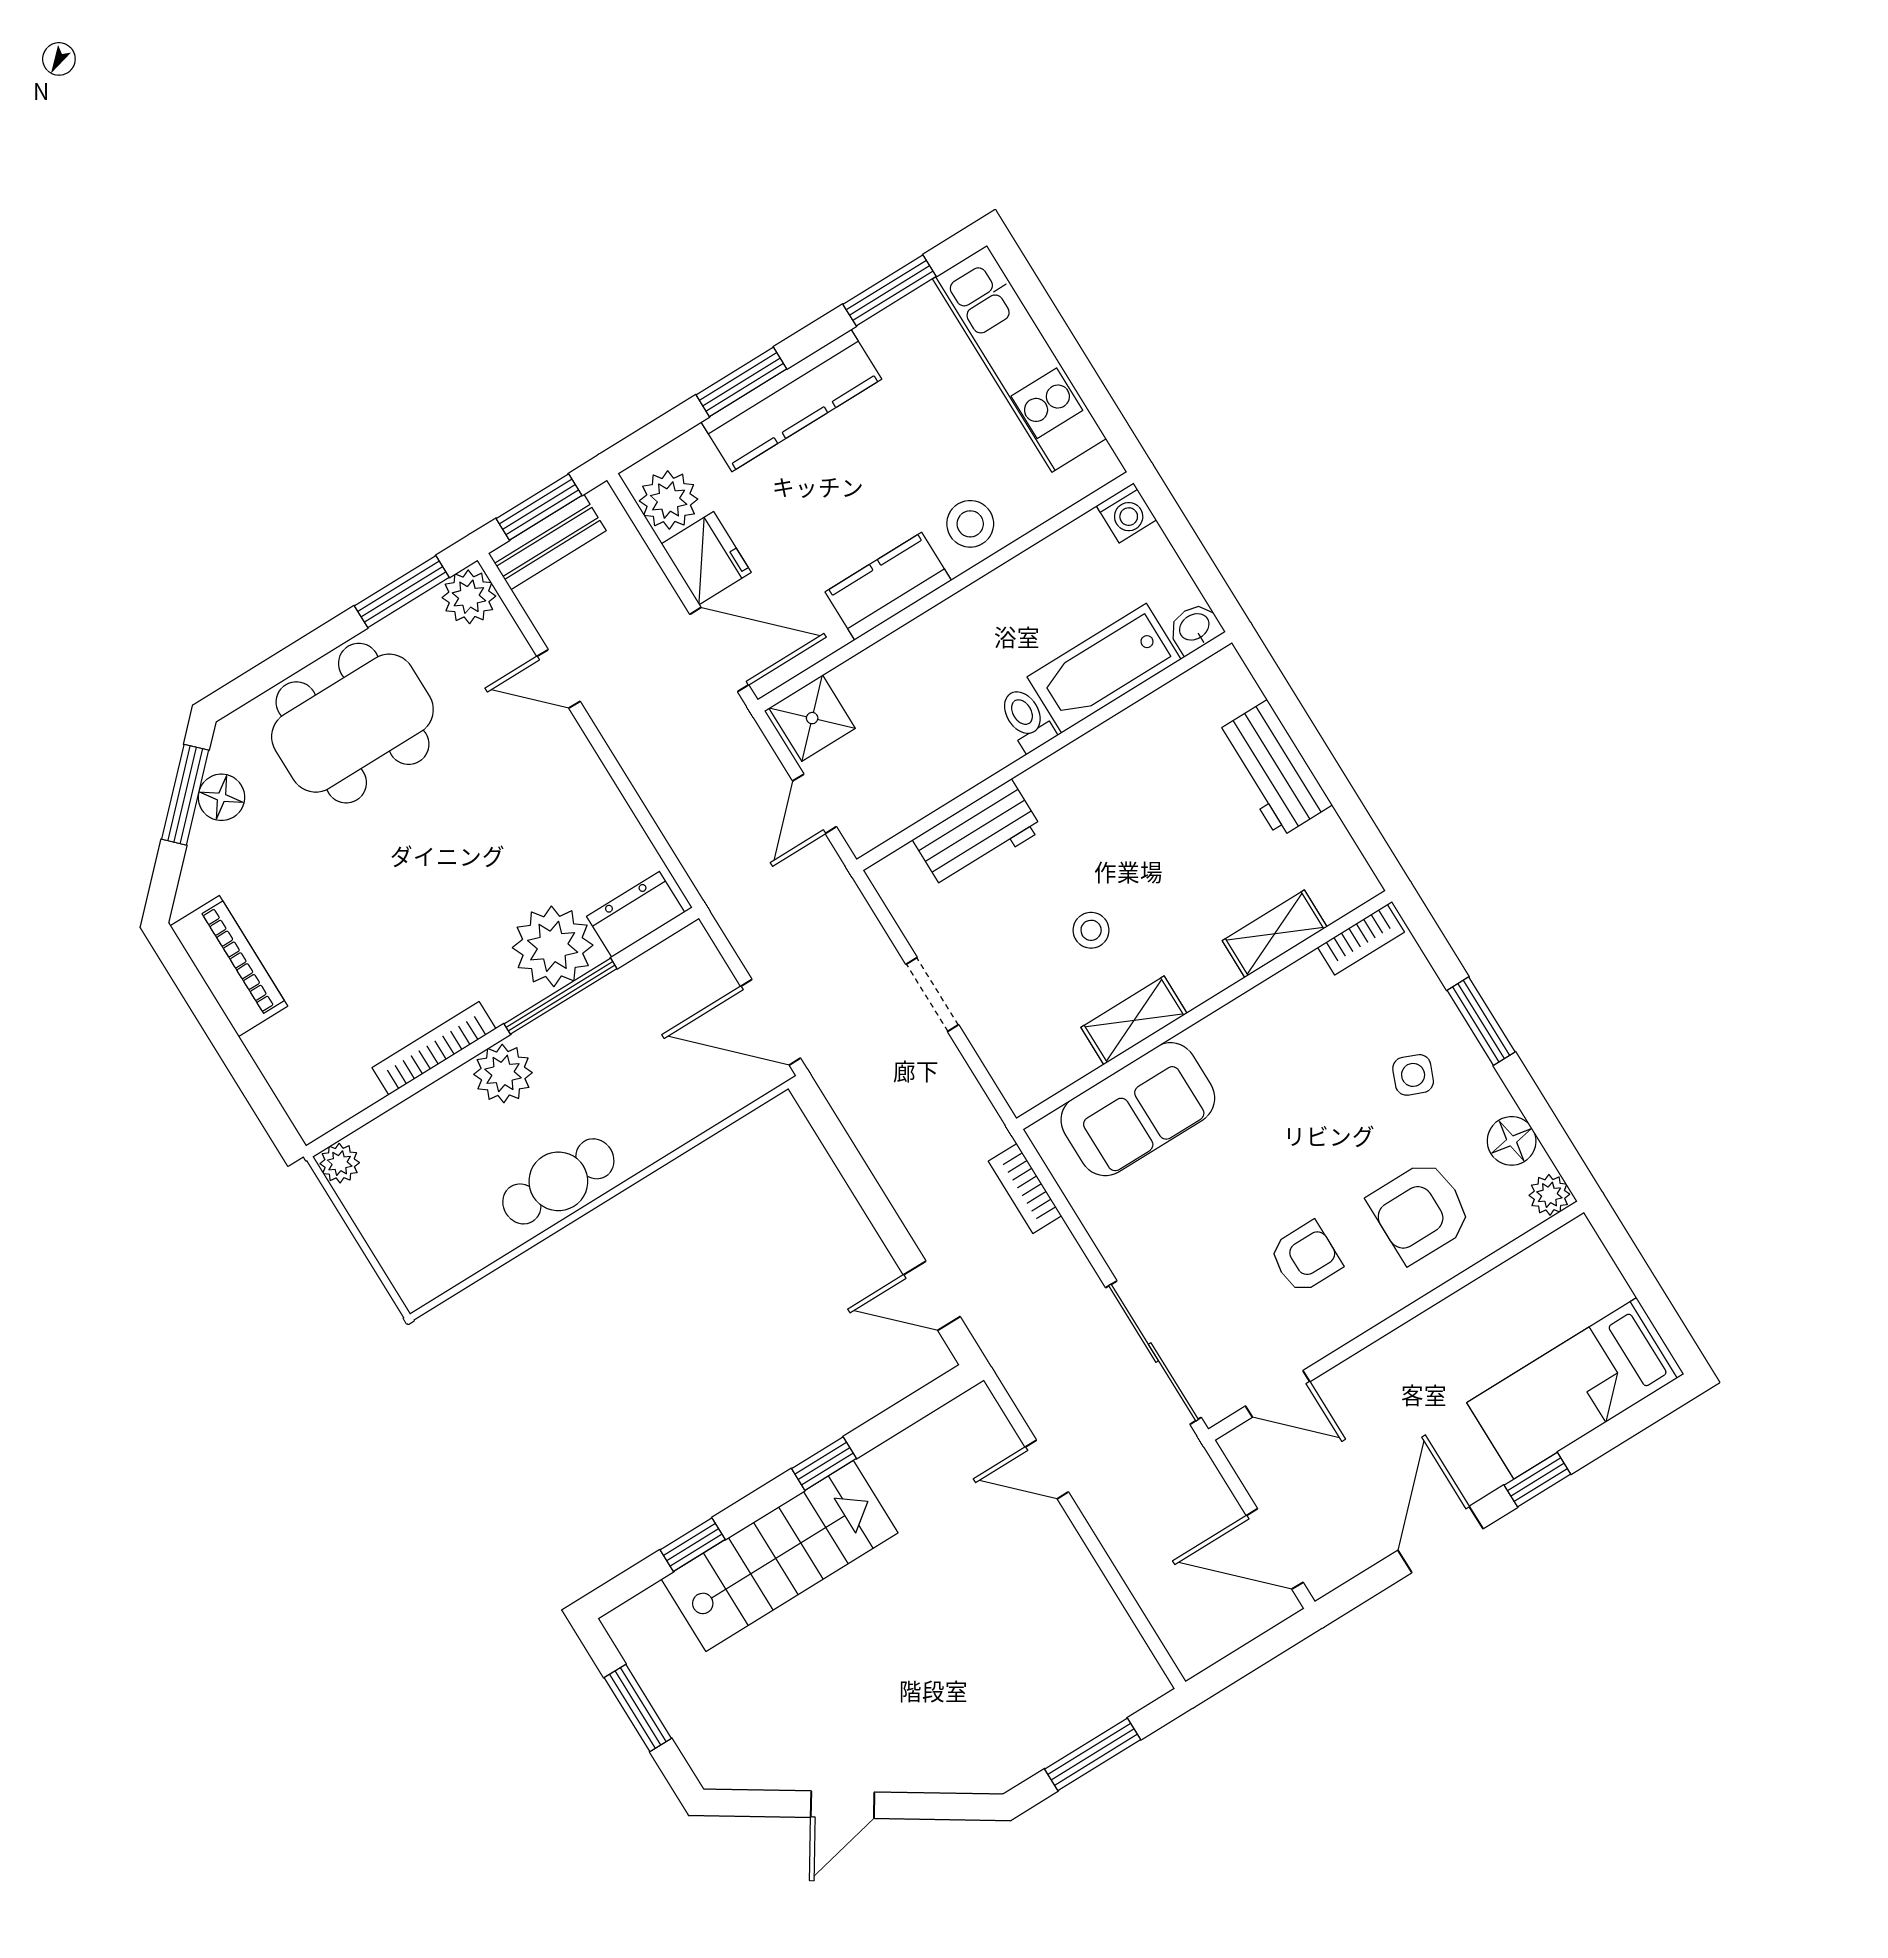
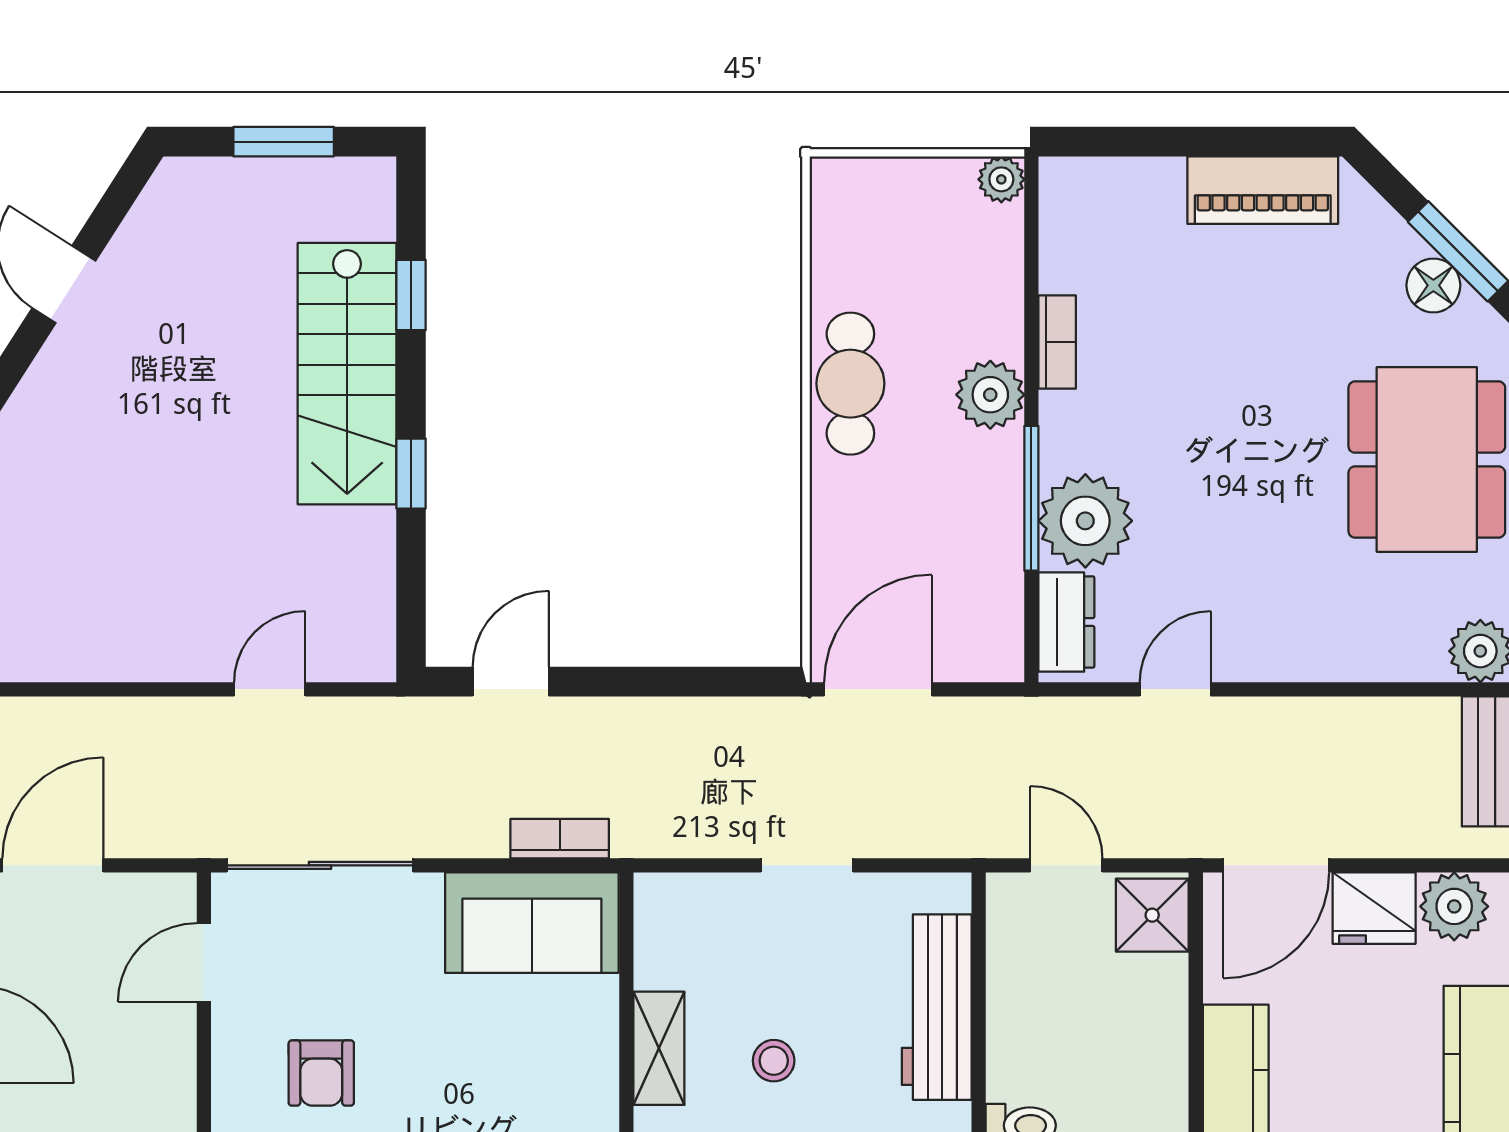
door: (558, 679) -> (1175, 689), moved
workbench: (978, 835) -> (937, 1007), width x1.37
bookcase: (434, 1048) -> (1057, 342), width x0.64
sofa: (1138, 1109) -> (532, 923), moved, turned -90

